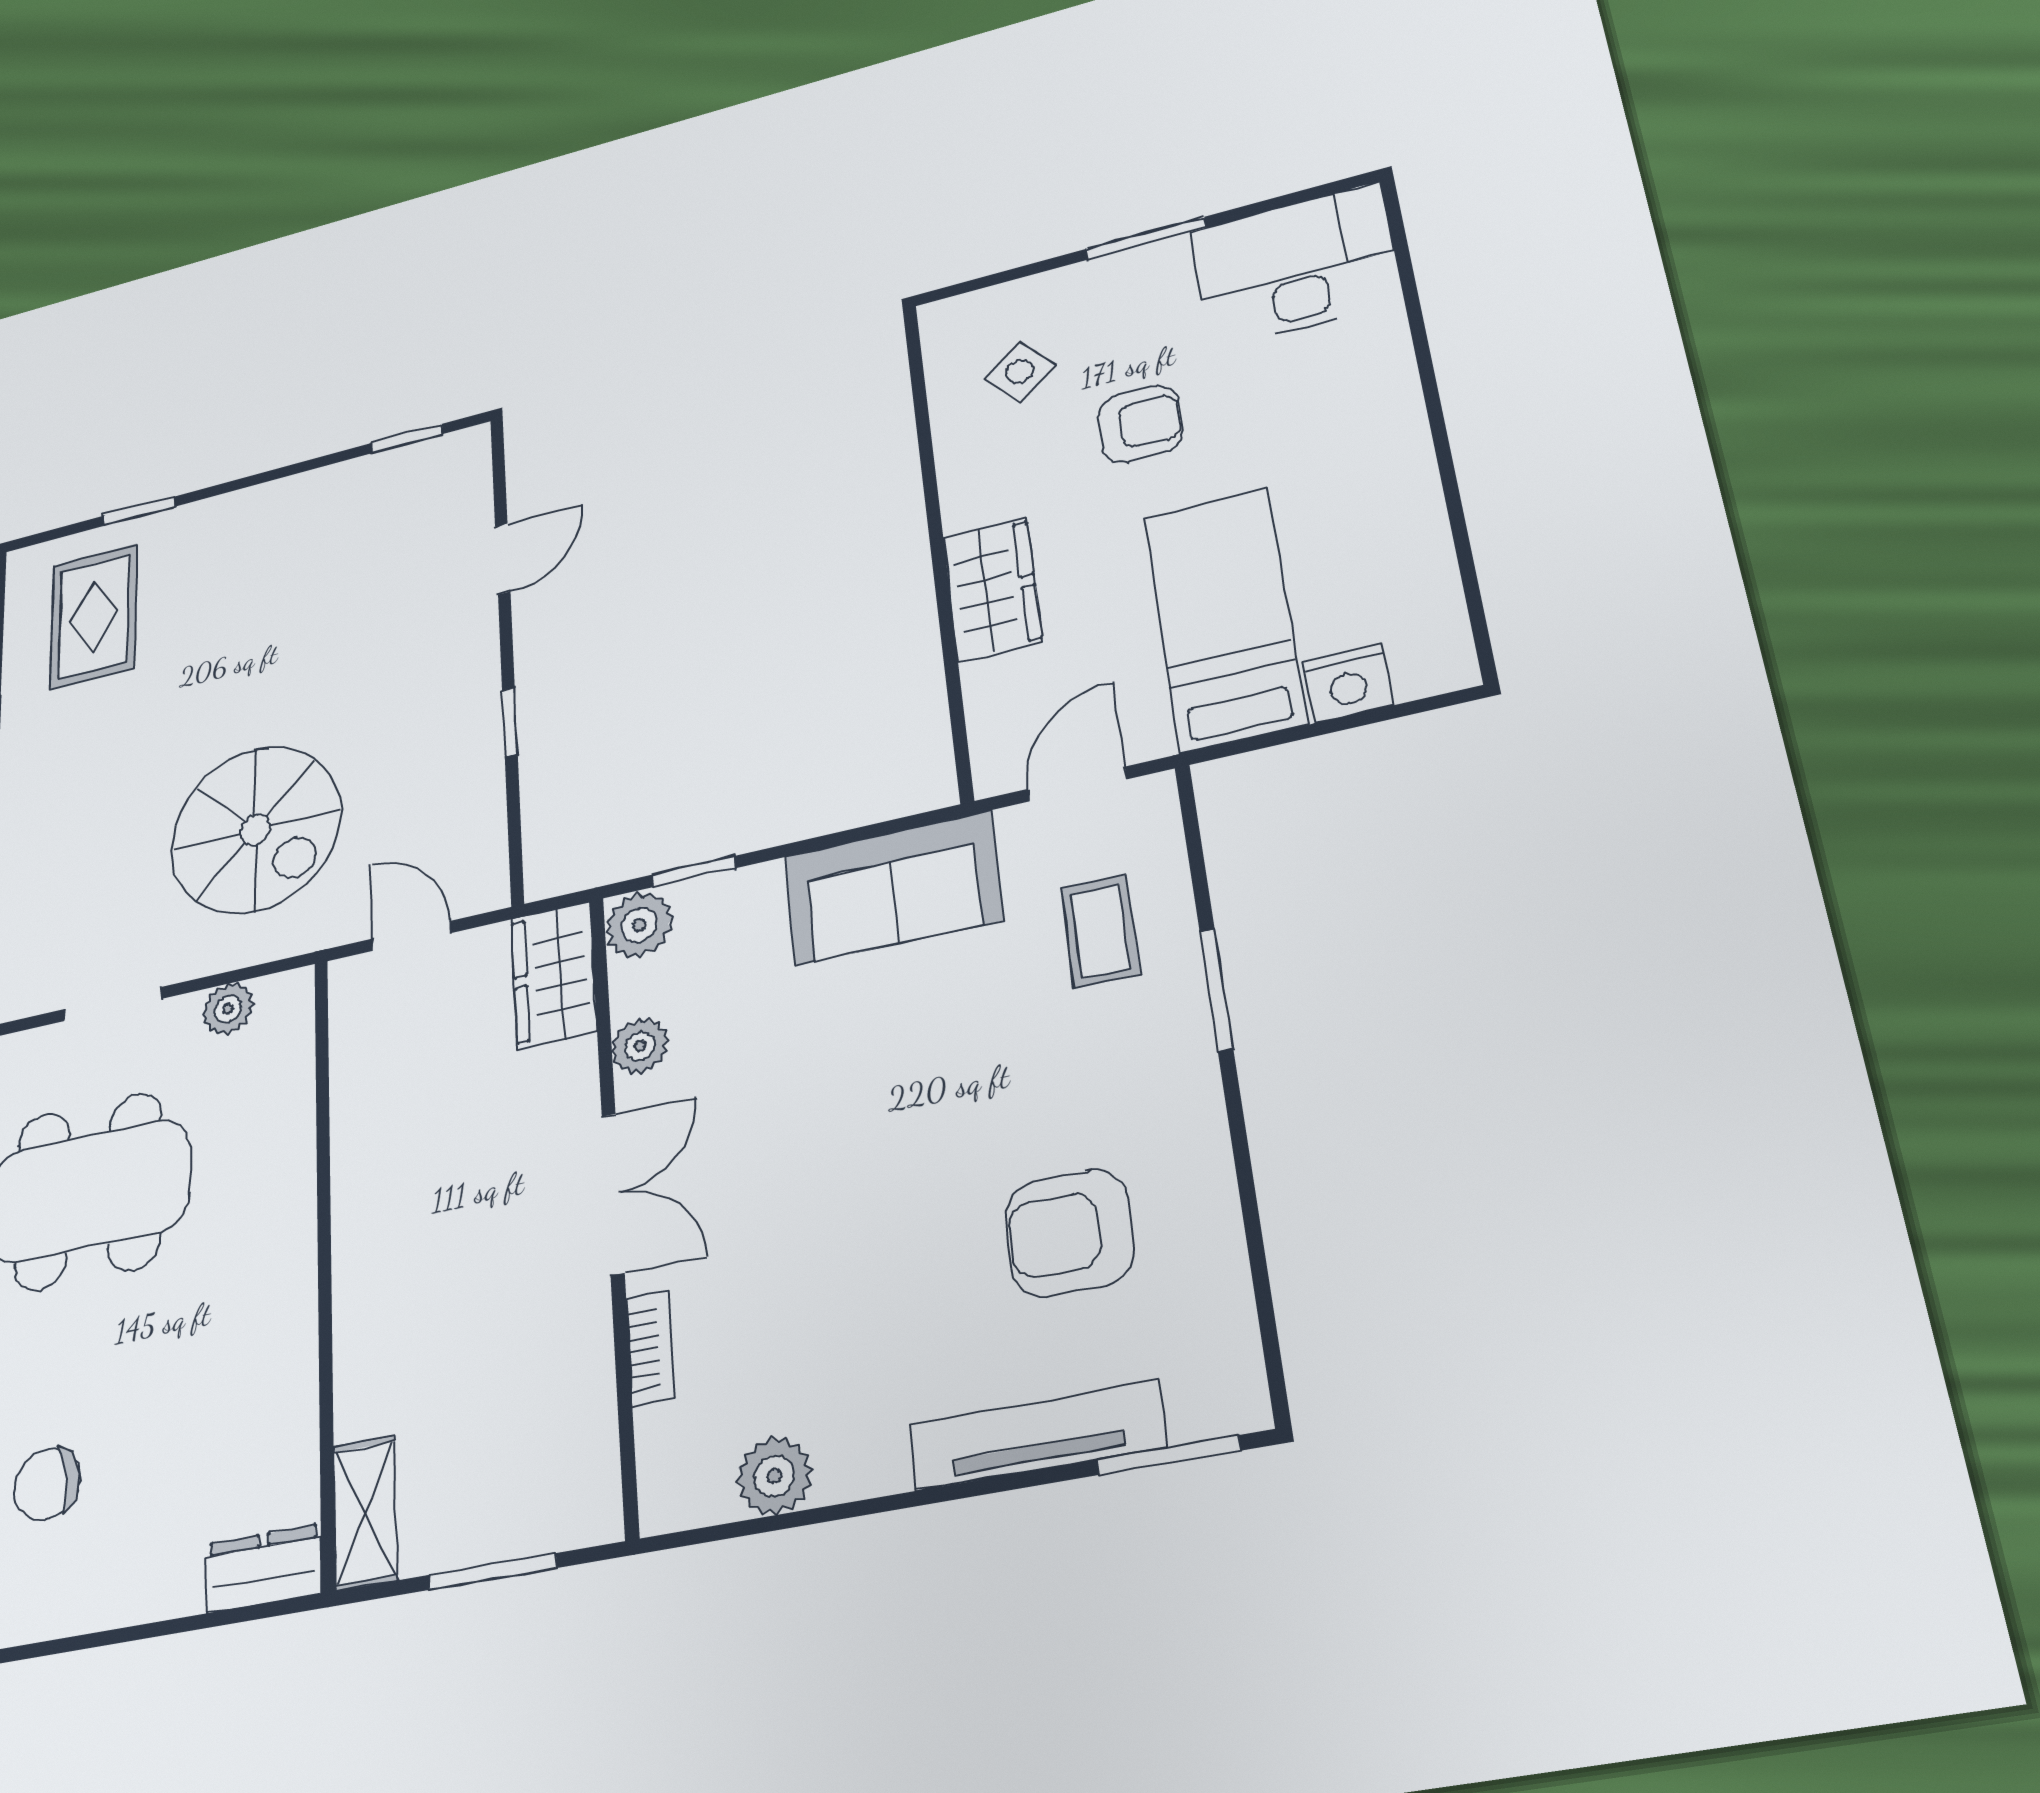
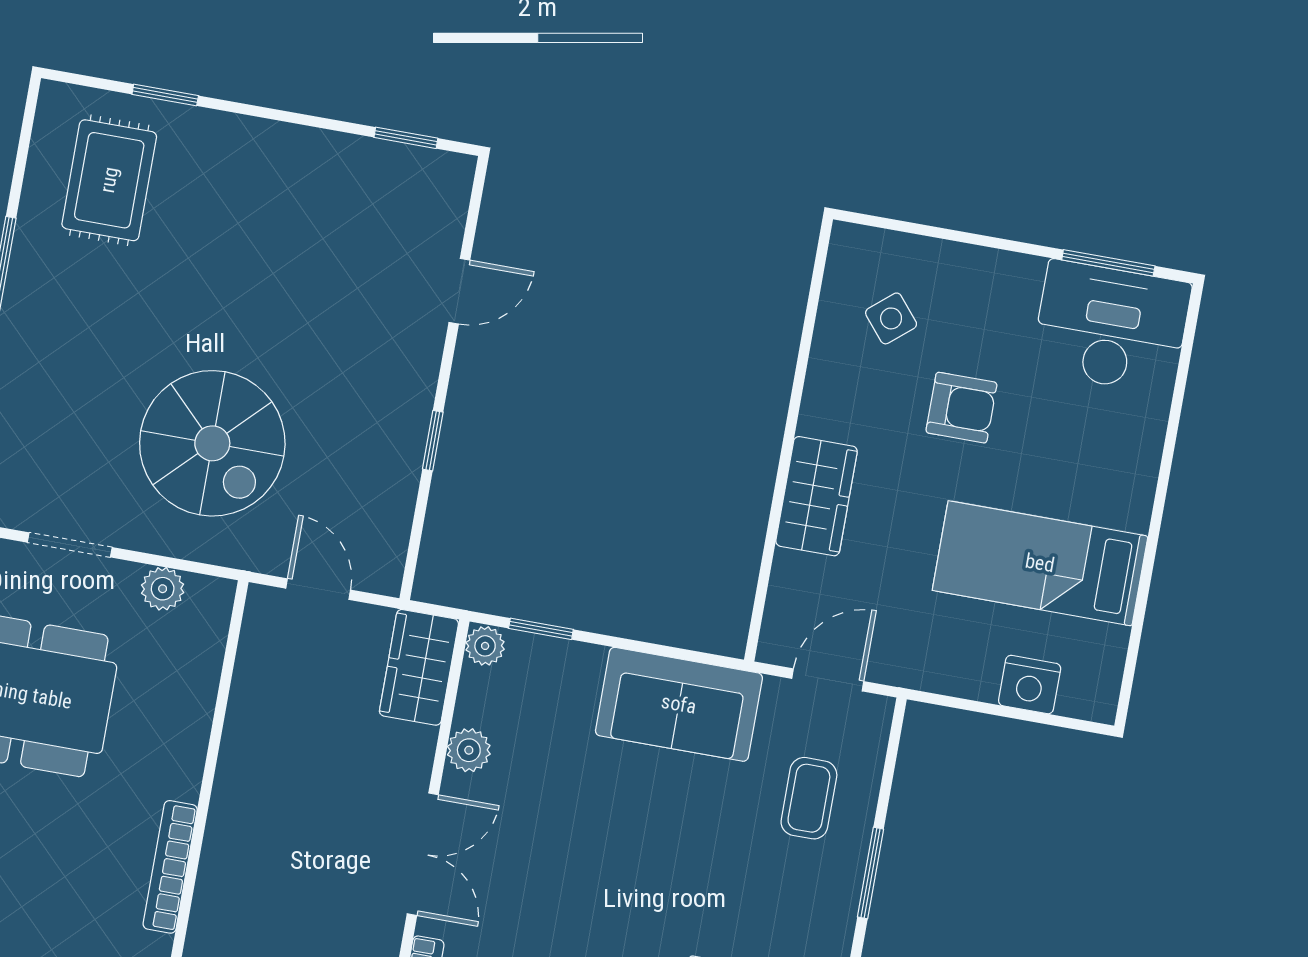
window: (1146, 238) -> (1108, 263), moved
bed: (1224, 619) -> (1040, 563), moved, turned -90
plant: (639, 925) -> (485, 646), width x0.73, depth x0.73
bookcase: (297, 1331) -> (170, 867), added

